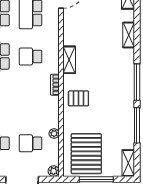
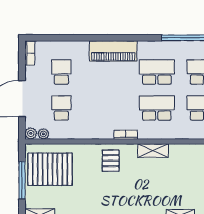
school desk: (31, 56) -> (157, 108), width x1.85
plant: (54, 133) -> (43, 134), moved

